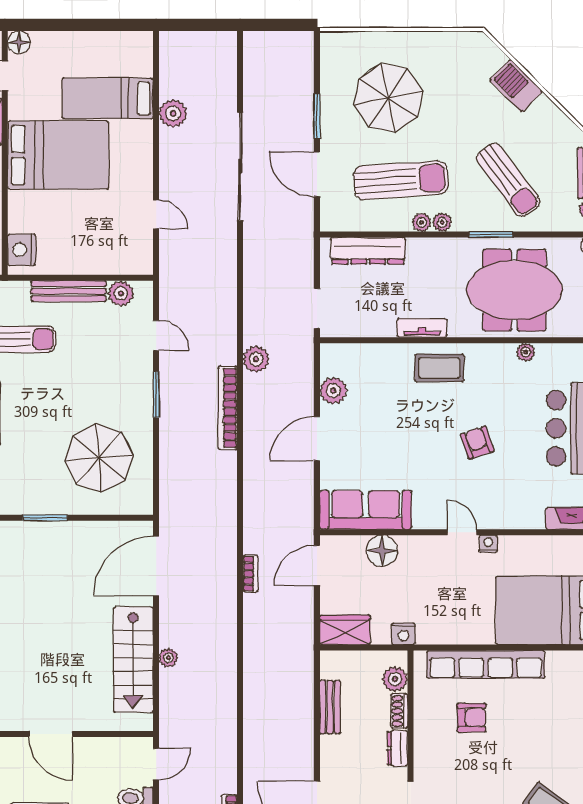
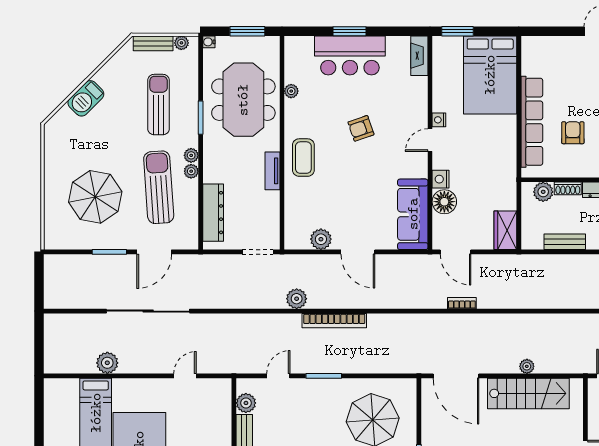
sun lounger: (508, 180) -> (159, 105), turned -53
nightstand: (403, 634) -> (441, 179), moved, turned 180

